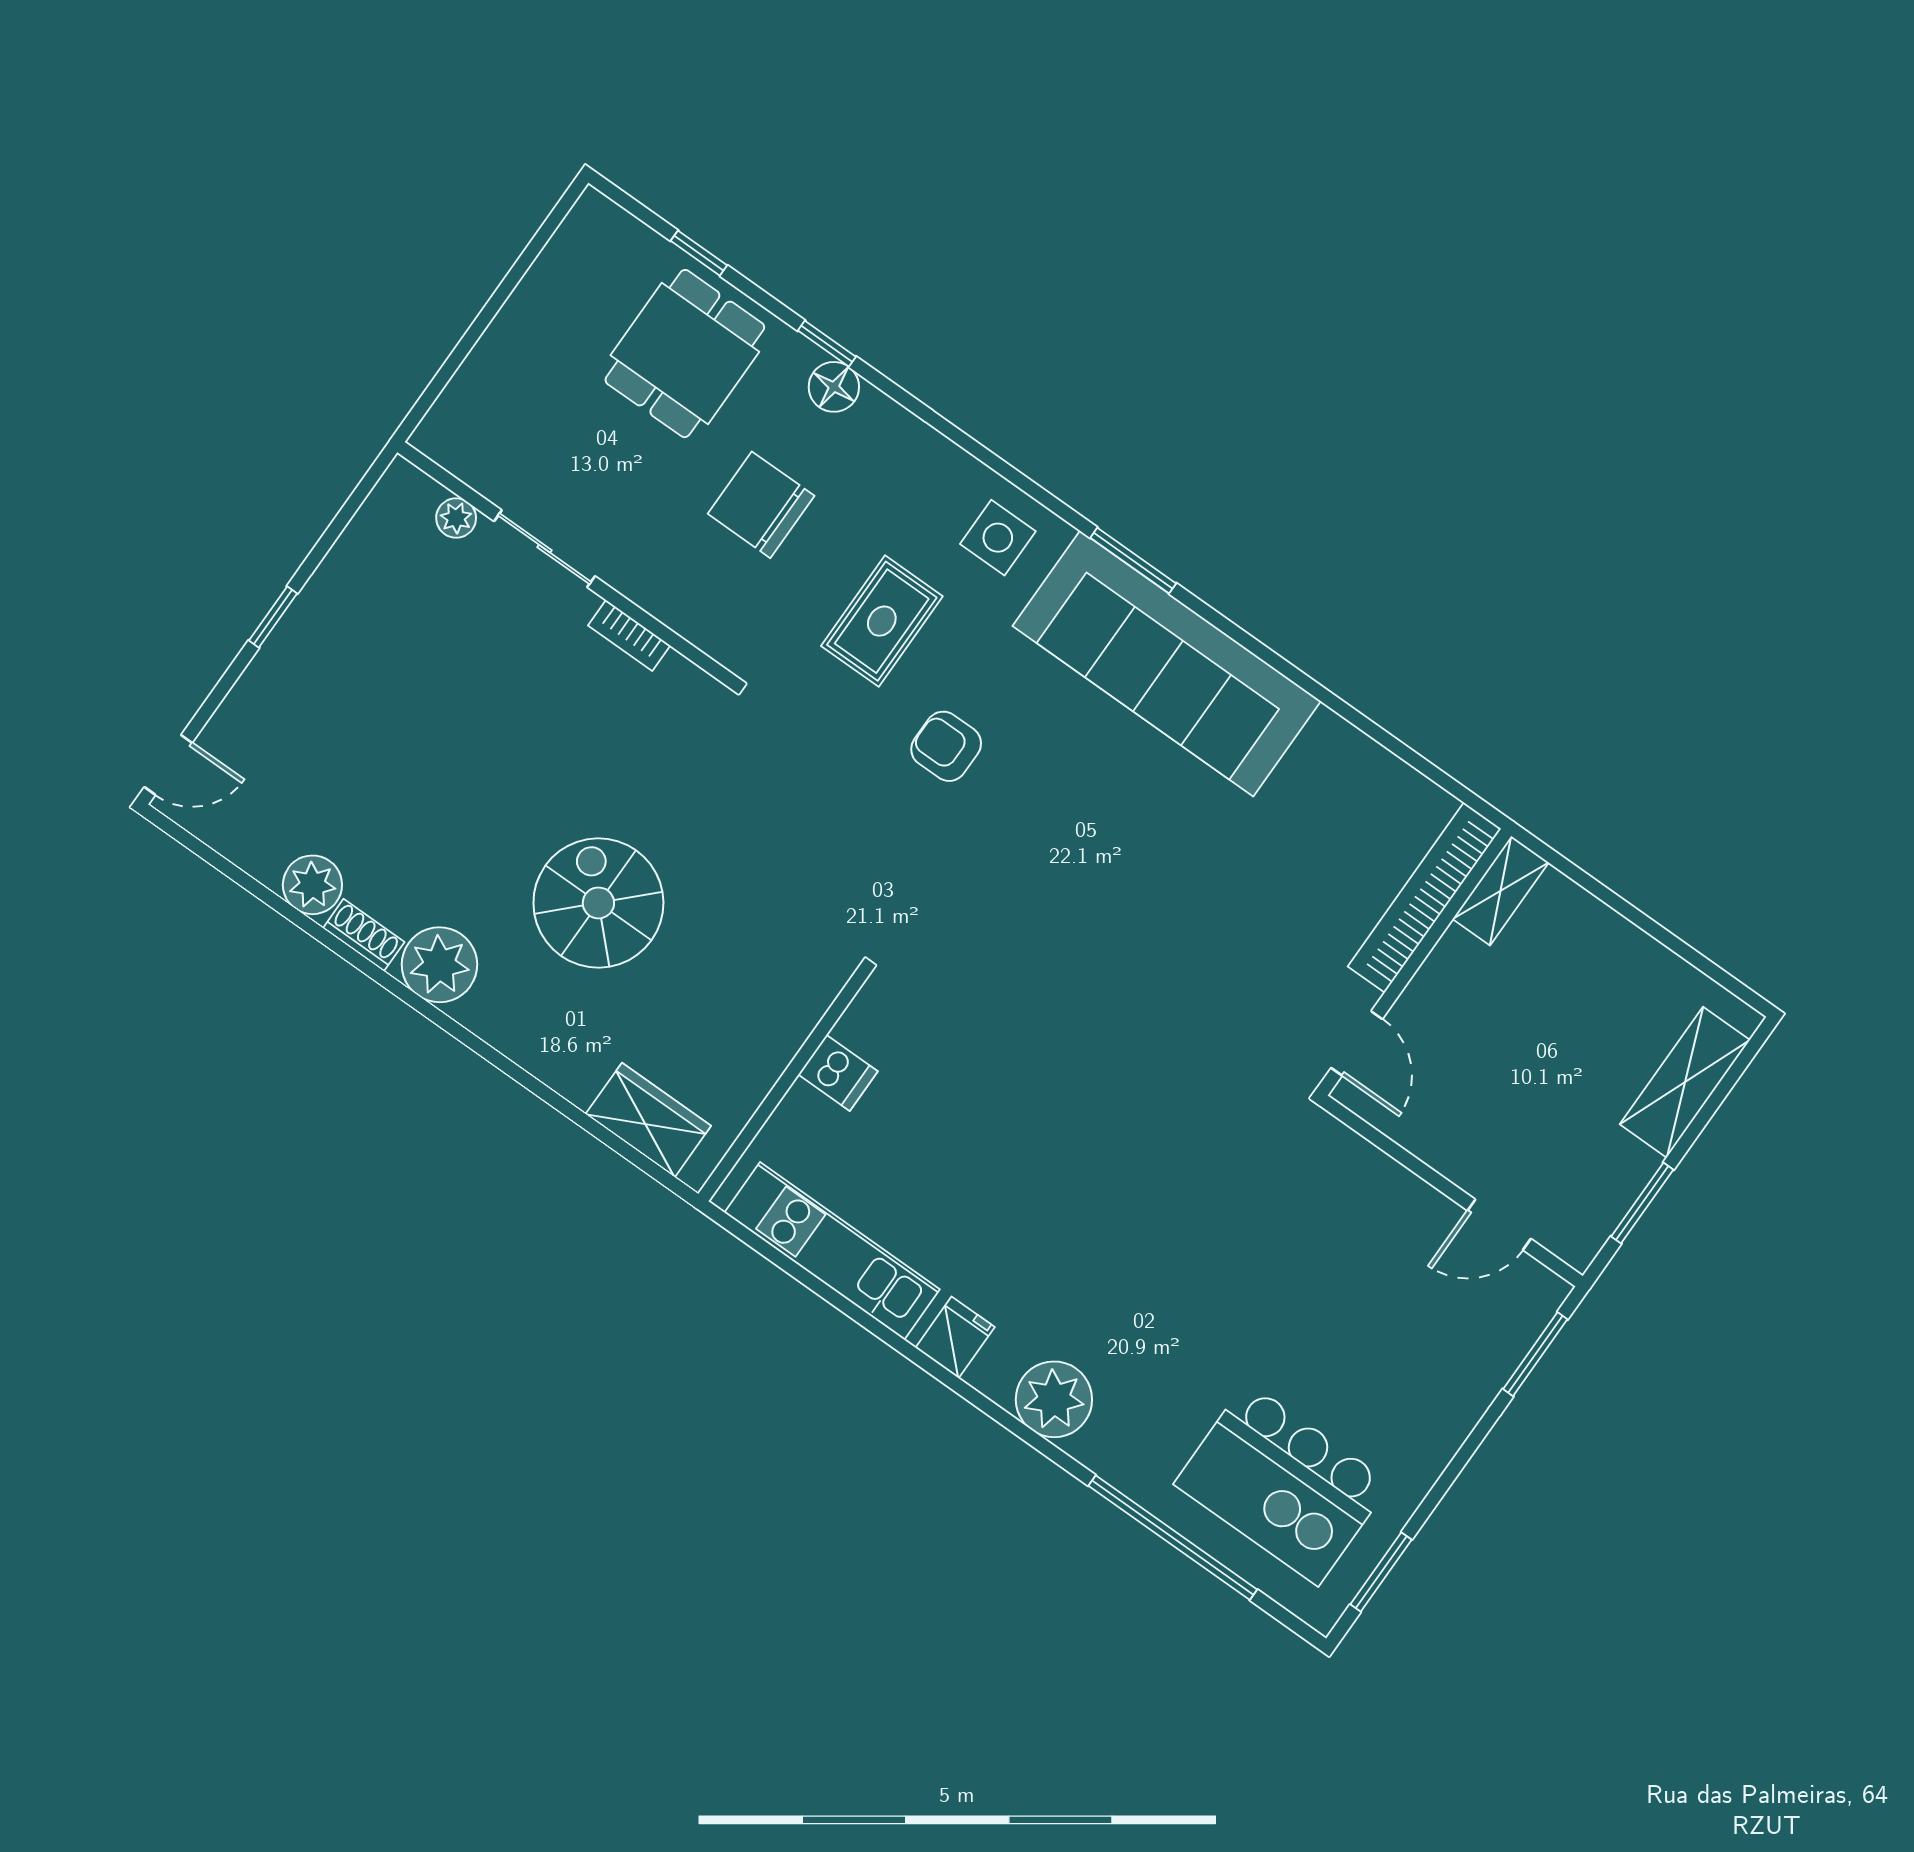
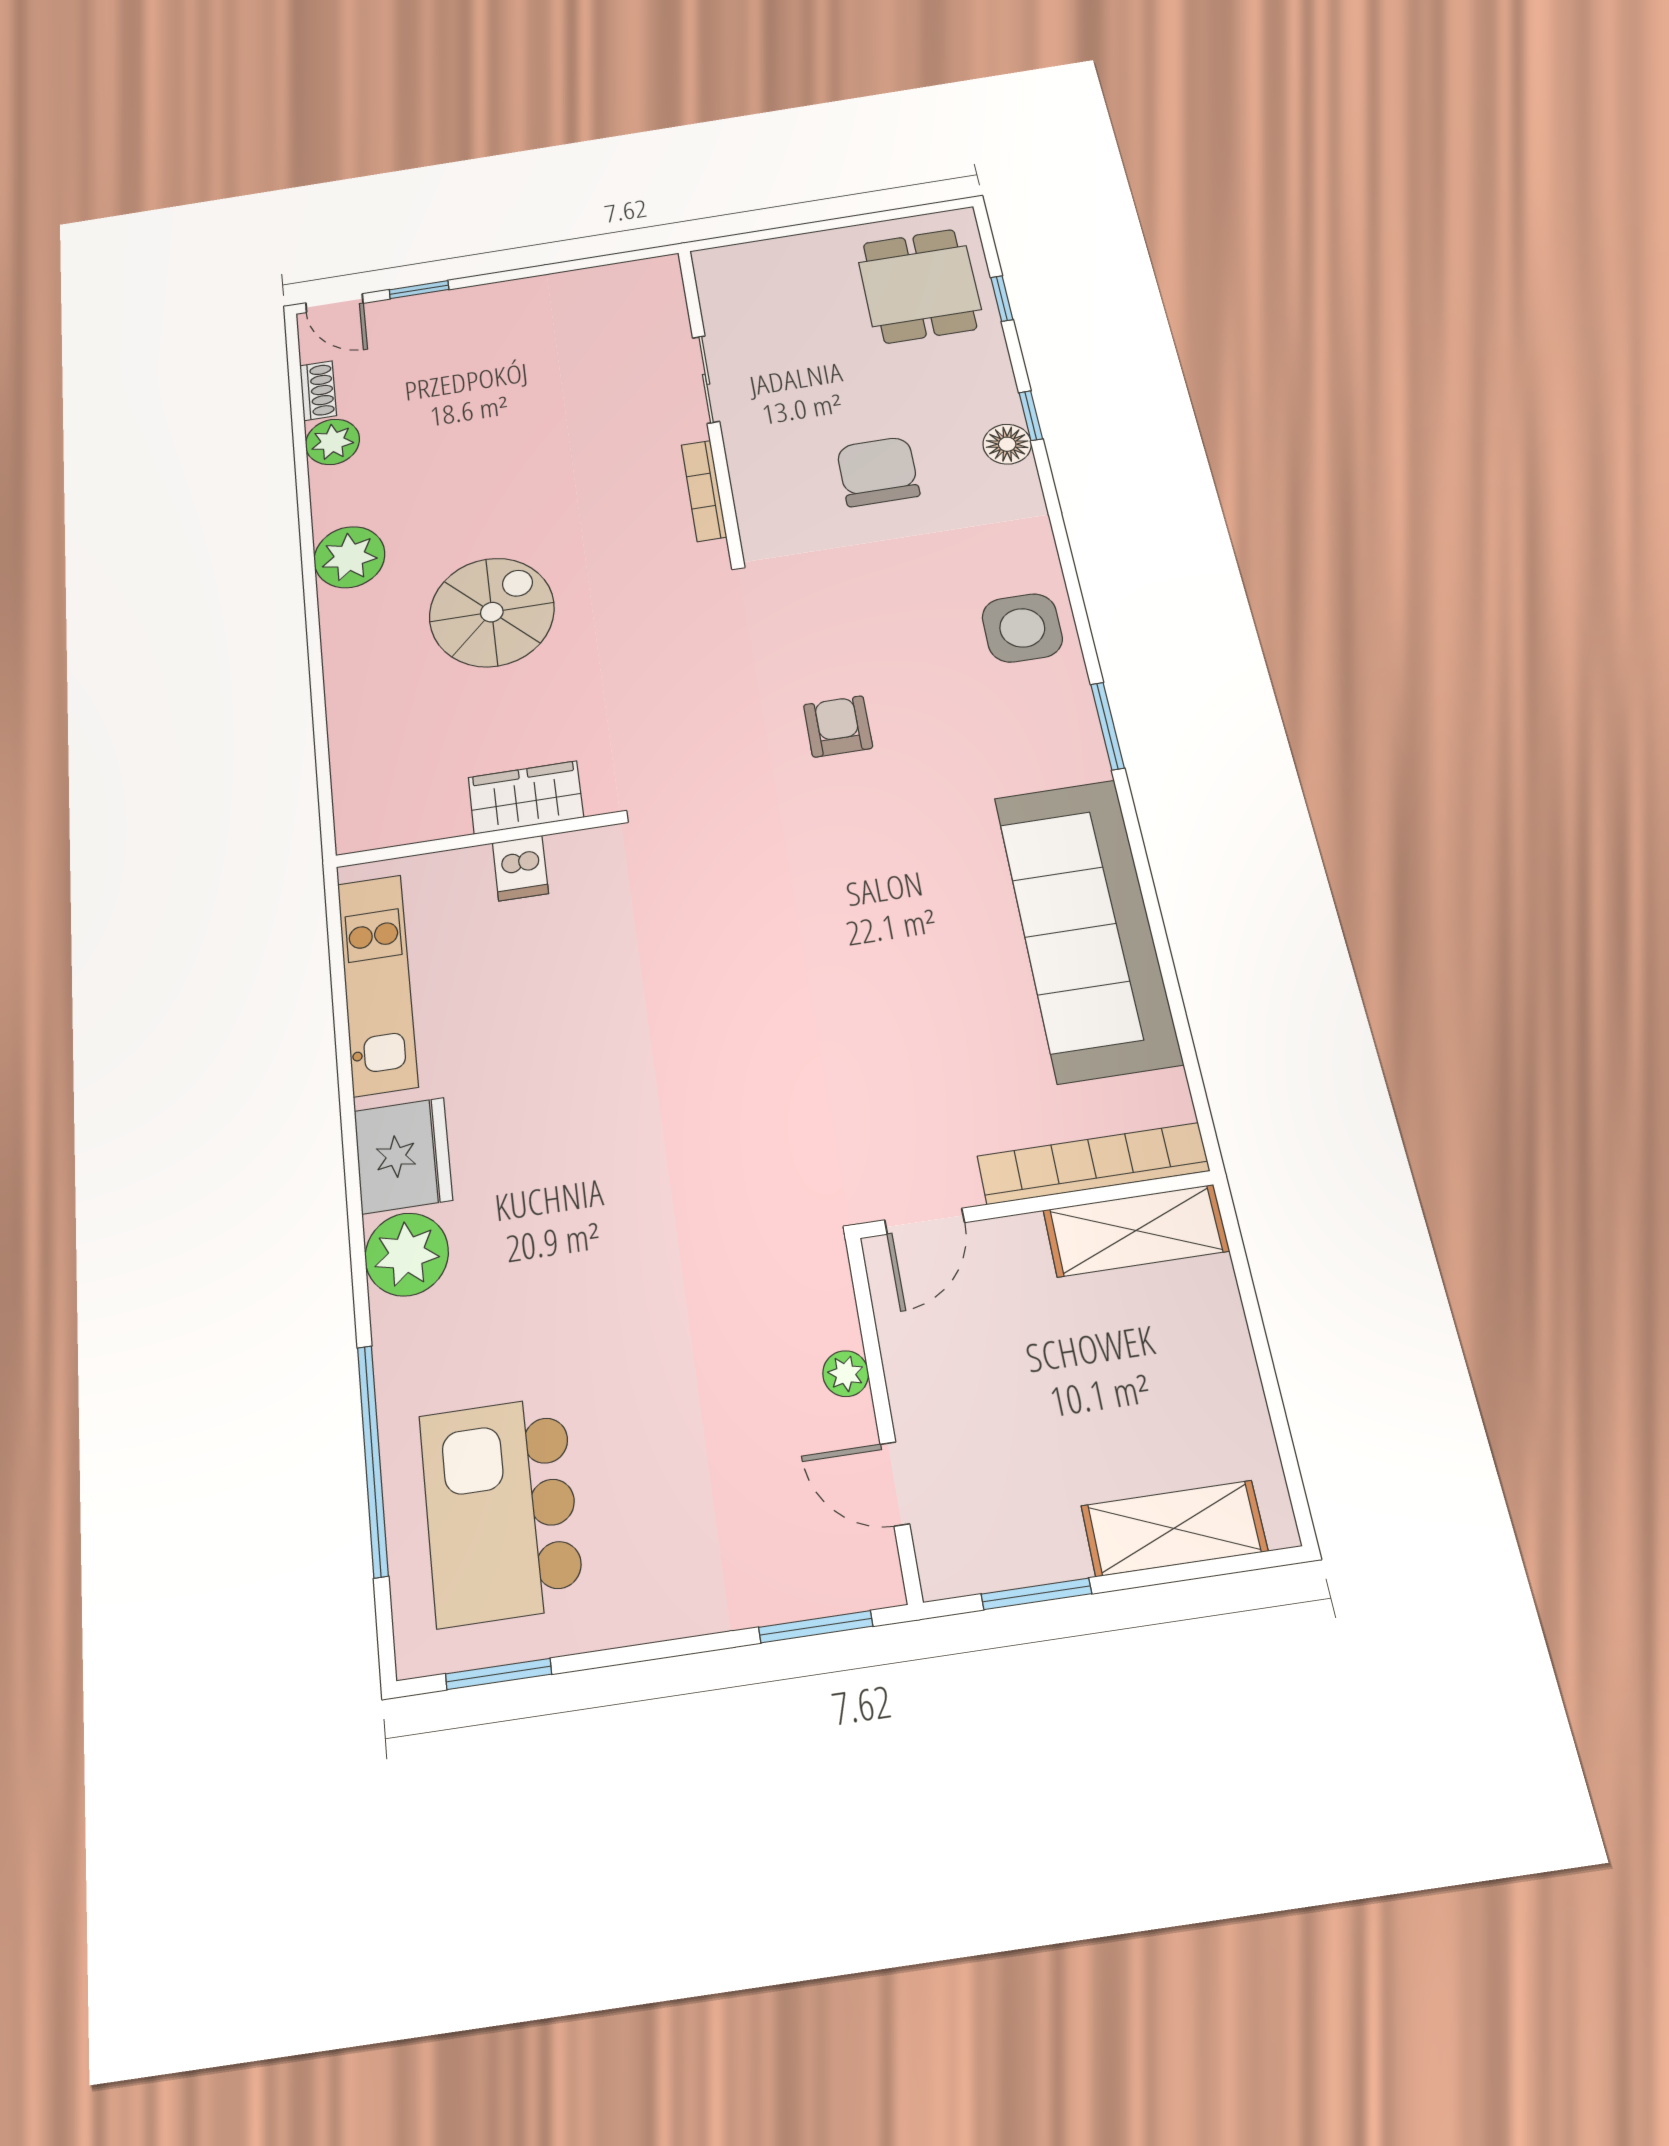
dining table: (685, 354) -> (920, 286), moved, turned 90
plant: (456, 518) -> (846, 1374), moved
side table: (998, 538) -> (1022, 628), width x1.37, depth x1.37
window: (273, 617) -> (419, 290), moved
rug: (882, 621) -> (881, 609), removed
bookcase: (629, 635) -> (704, 491), width x1.56
sofa: (1167, 664) -> (1087, 928), moved
shelving: (1501, 891) -> (1136, 1231), width x1.50, depth x1.33
shoe rack: (364, 935) -> (318, 391), moved
wardrobe: (648, 1120) -> (526, 797), moved, turned -90
fridge: (955, 1337) -> (403, 1155), width x1.88, depth x1.34

